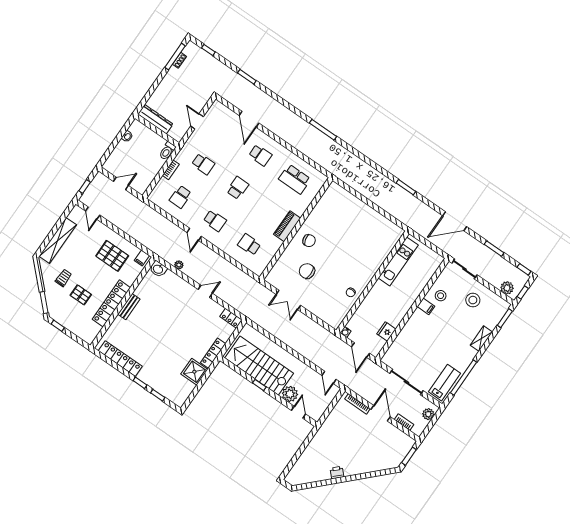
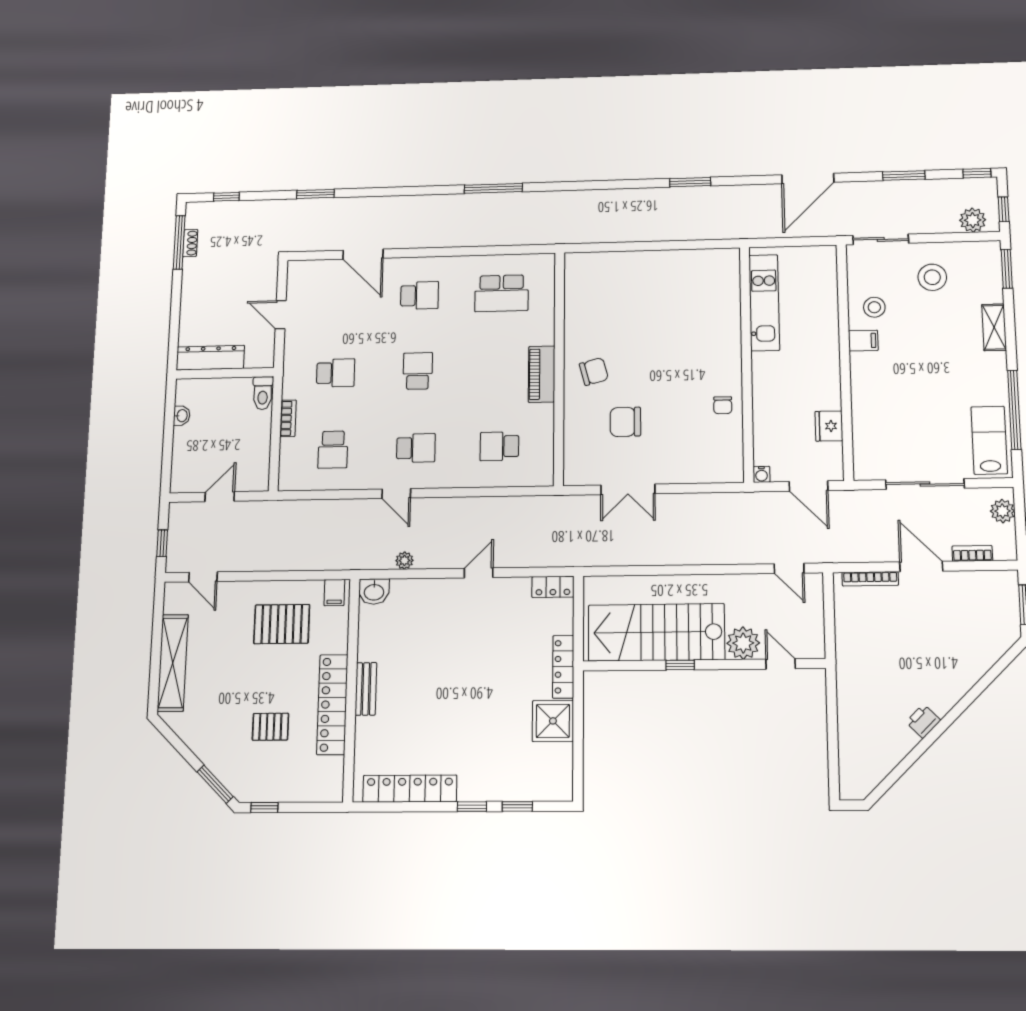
trolley: (63, 278) -> (222, 719), removed

